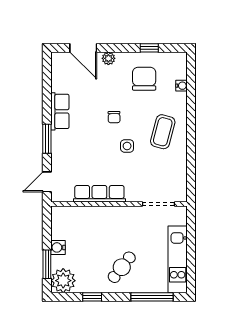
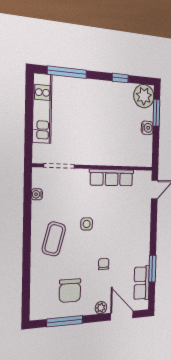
window: (149, 48) -> (65, 321), width x2.17
water cooler: (181, 86) -> (37, 194), moved
row of seats: (60, 111) -> (142, 283), moved
chair: (114, 117) -> (104, 264), moved
window: (47, 139) -> (152, 269), moved
cafe table: (122, 267) -> (94, 105), removed

